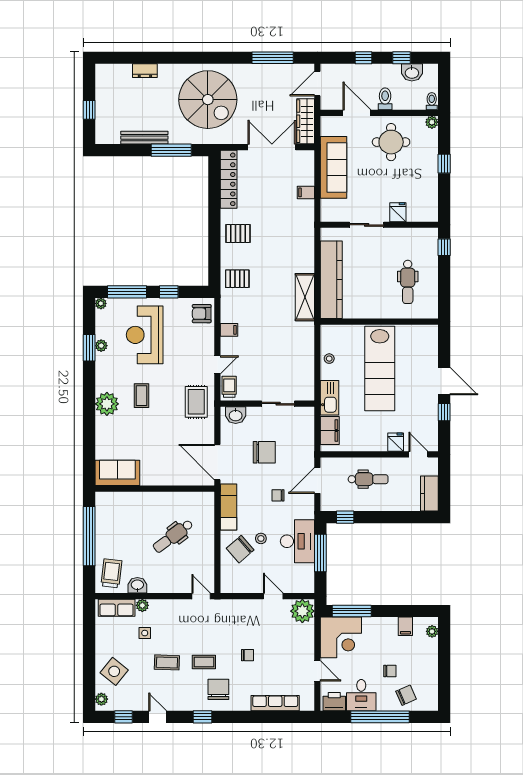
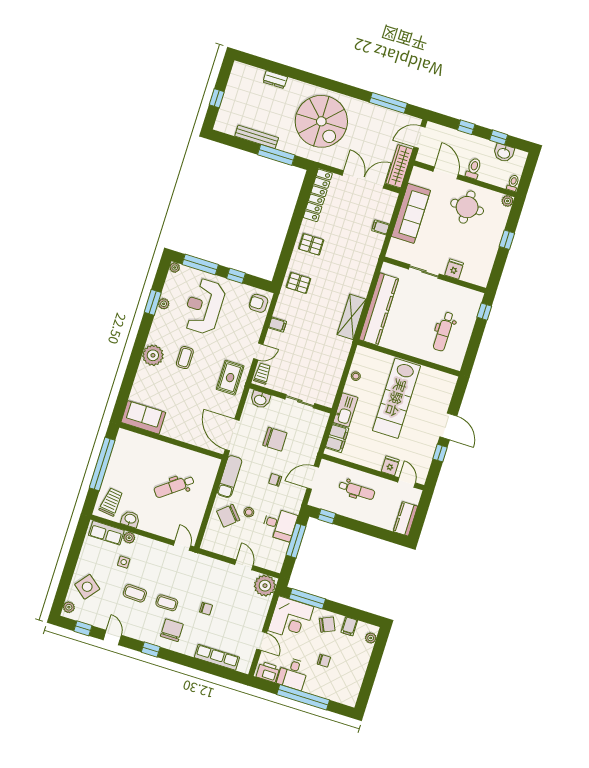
desk: (297, 541) -> (279, 524), width x0.73
chair: (406, 695) -> (327, 625), moved

